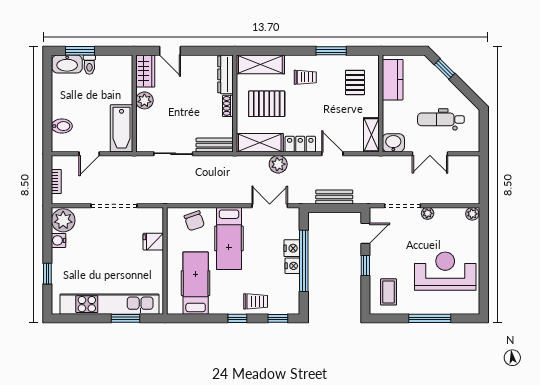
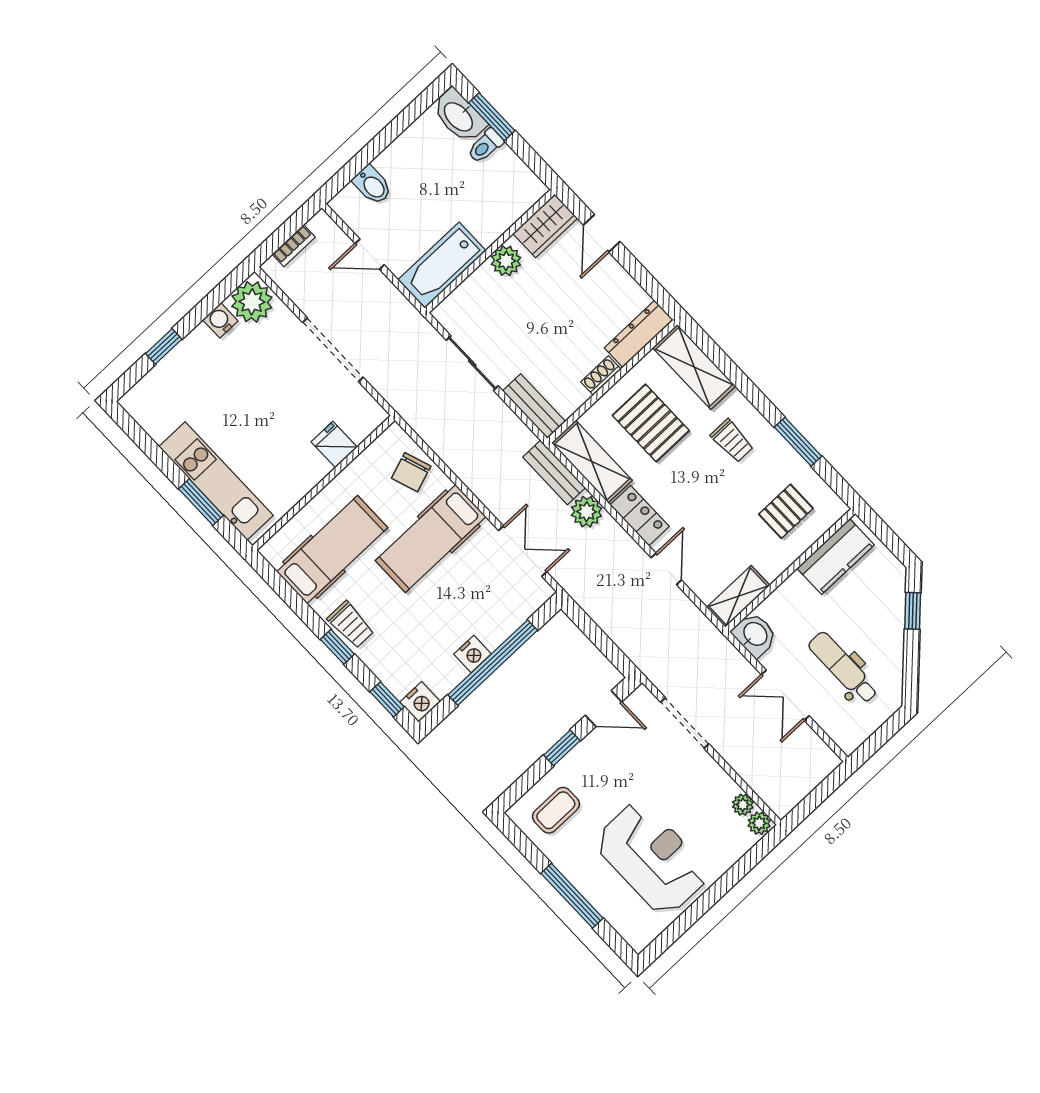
bench: (334, 197) -> (554, 472), moved
plant: (428, 213) -> (743, 805), moved
nightstand: (292, 248) -> (420, 702), moved
trolley: (256, 301) -> (351, 625), moved
kitchen unit: (110, 304) -> (216, 481), width x0.73

